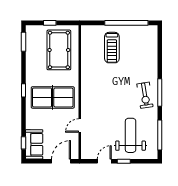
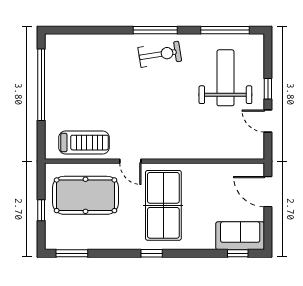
treadmill: (112, 48) -> (84, 143), moved
door: (80, 125) -> (130, 161), moved
weight bench: (131, 135) -> (225, 78), turned 90

